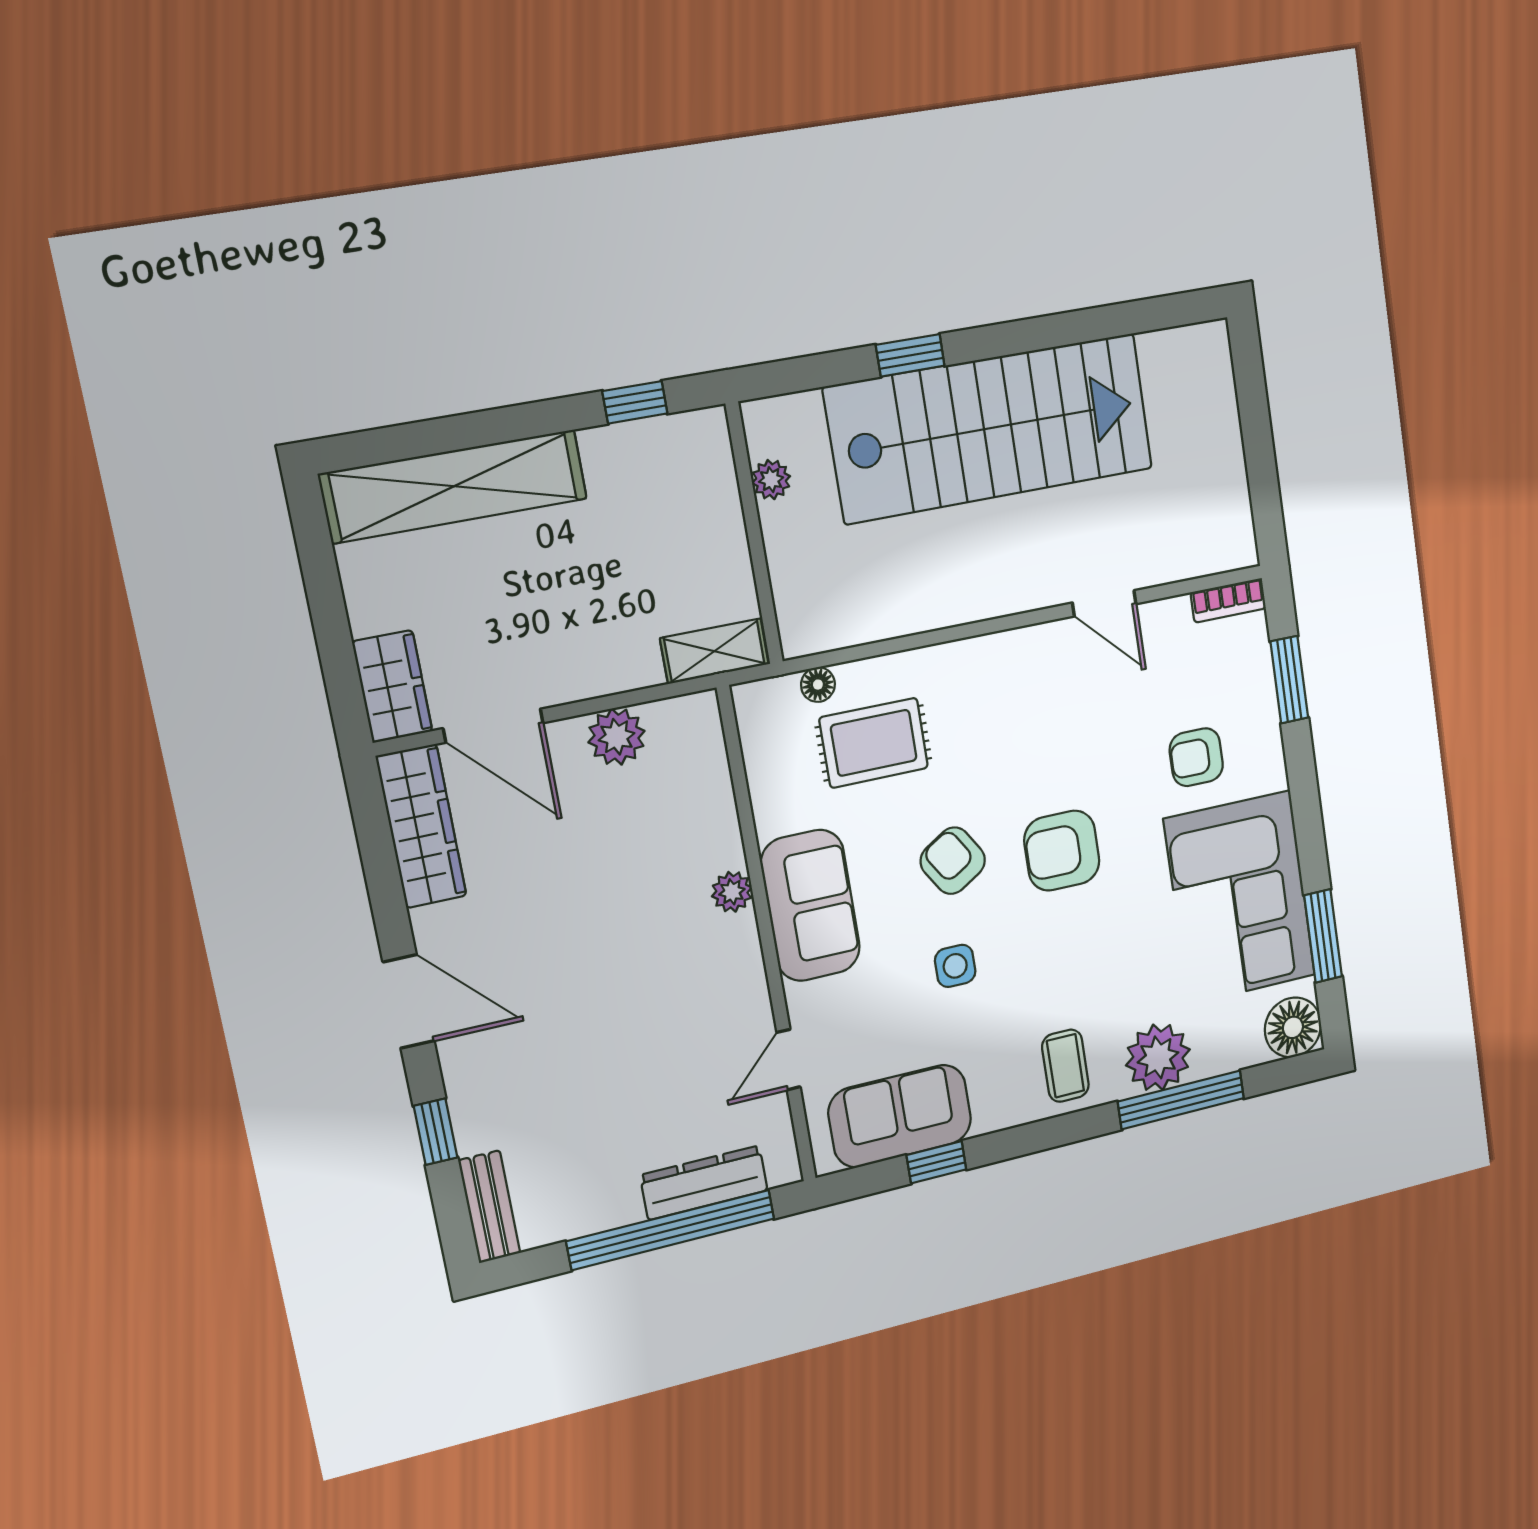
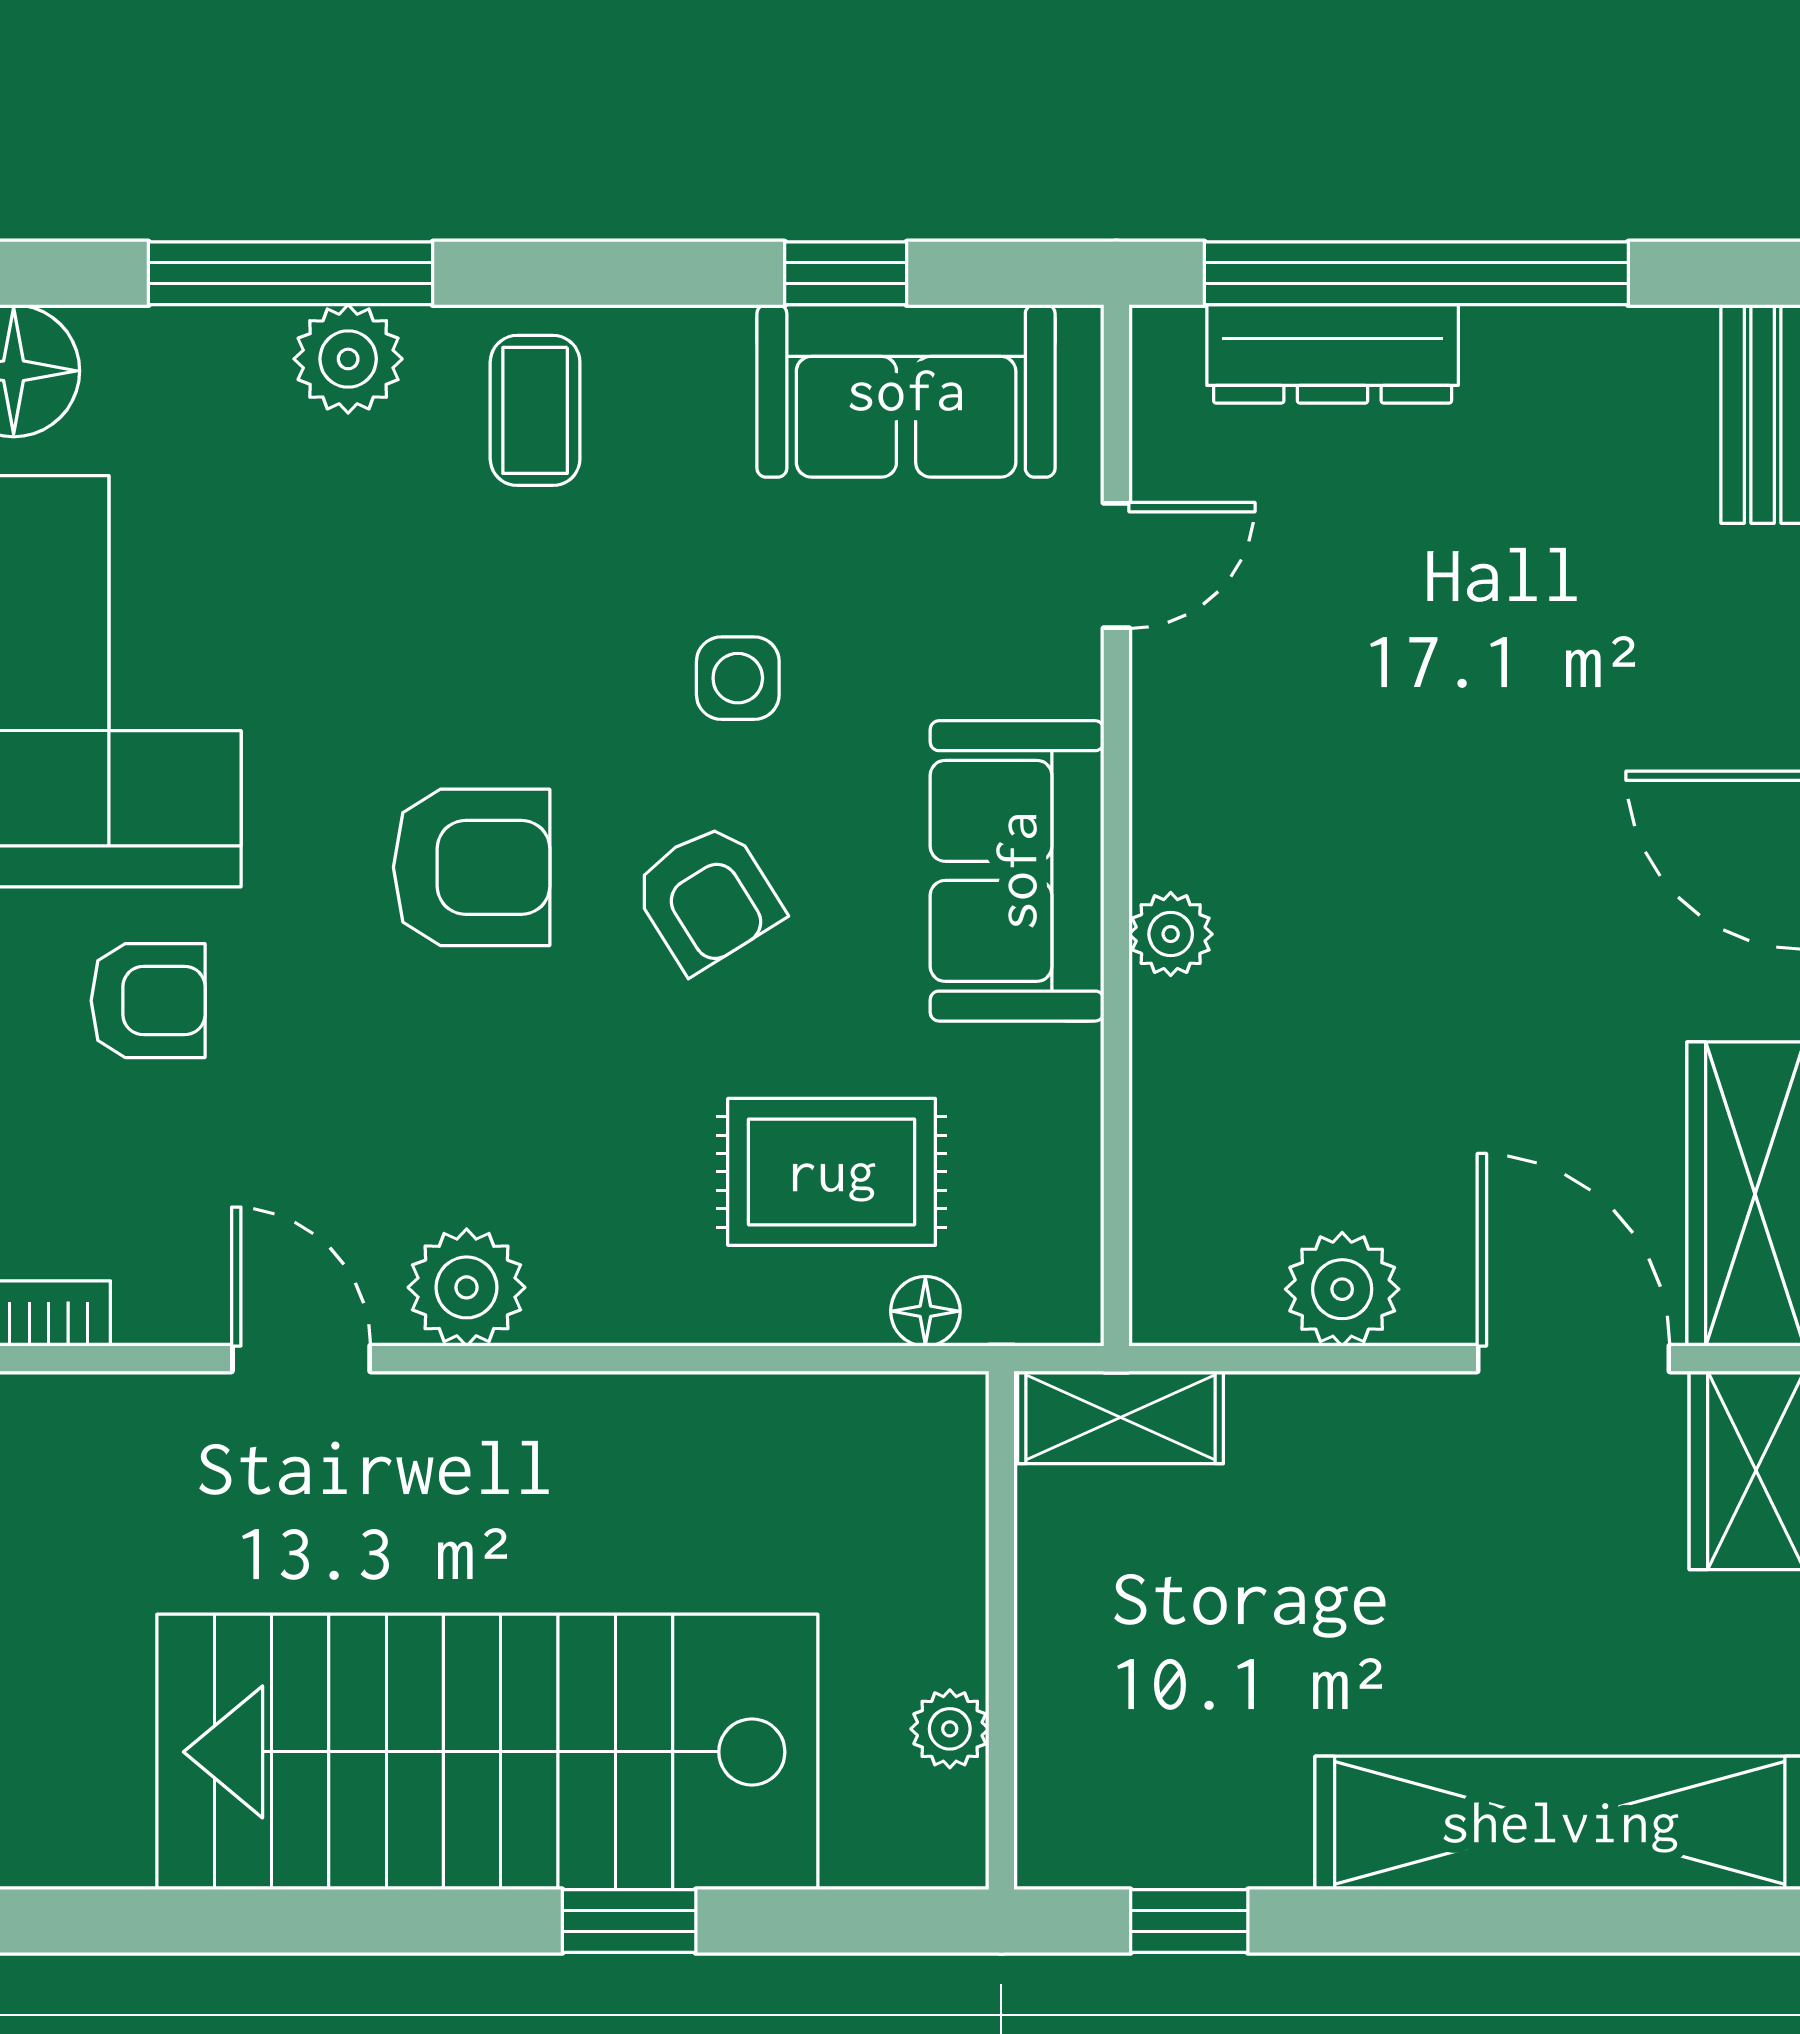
plant: (1034, 652) -> (467, 1287), added
plant: (1158, 1057) -> (348, 359), width x0.73, depth x0.73

